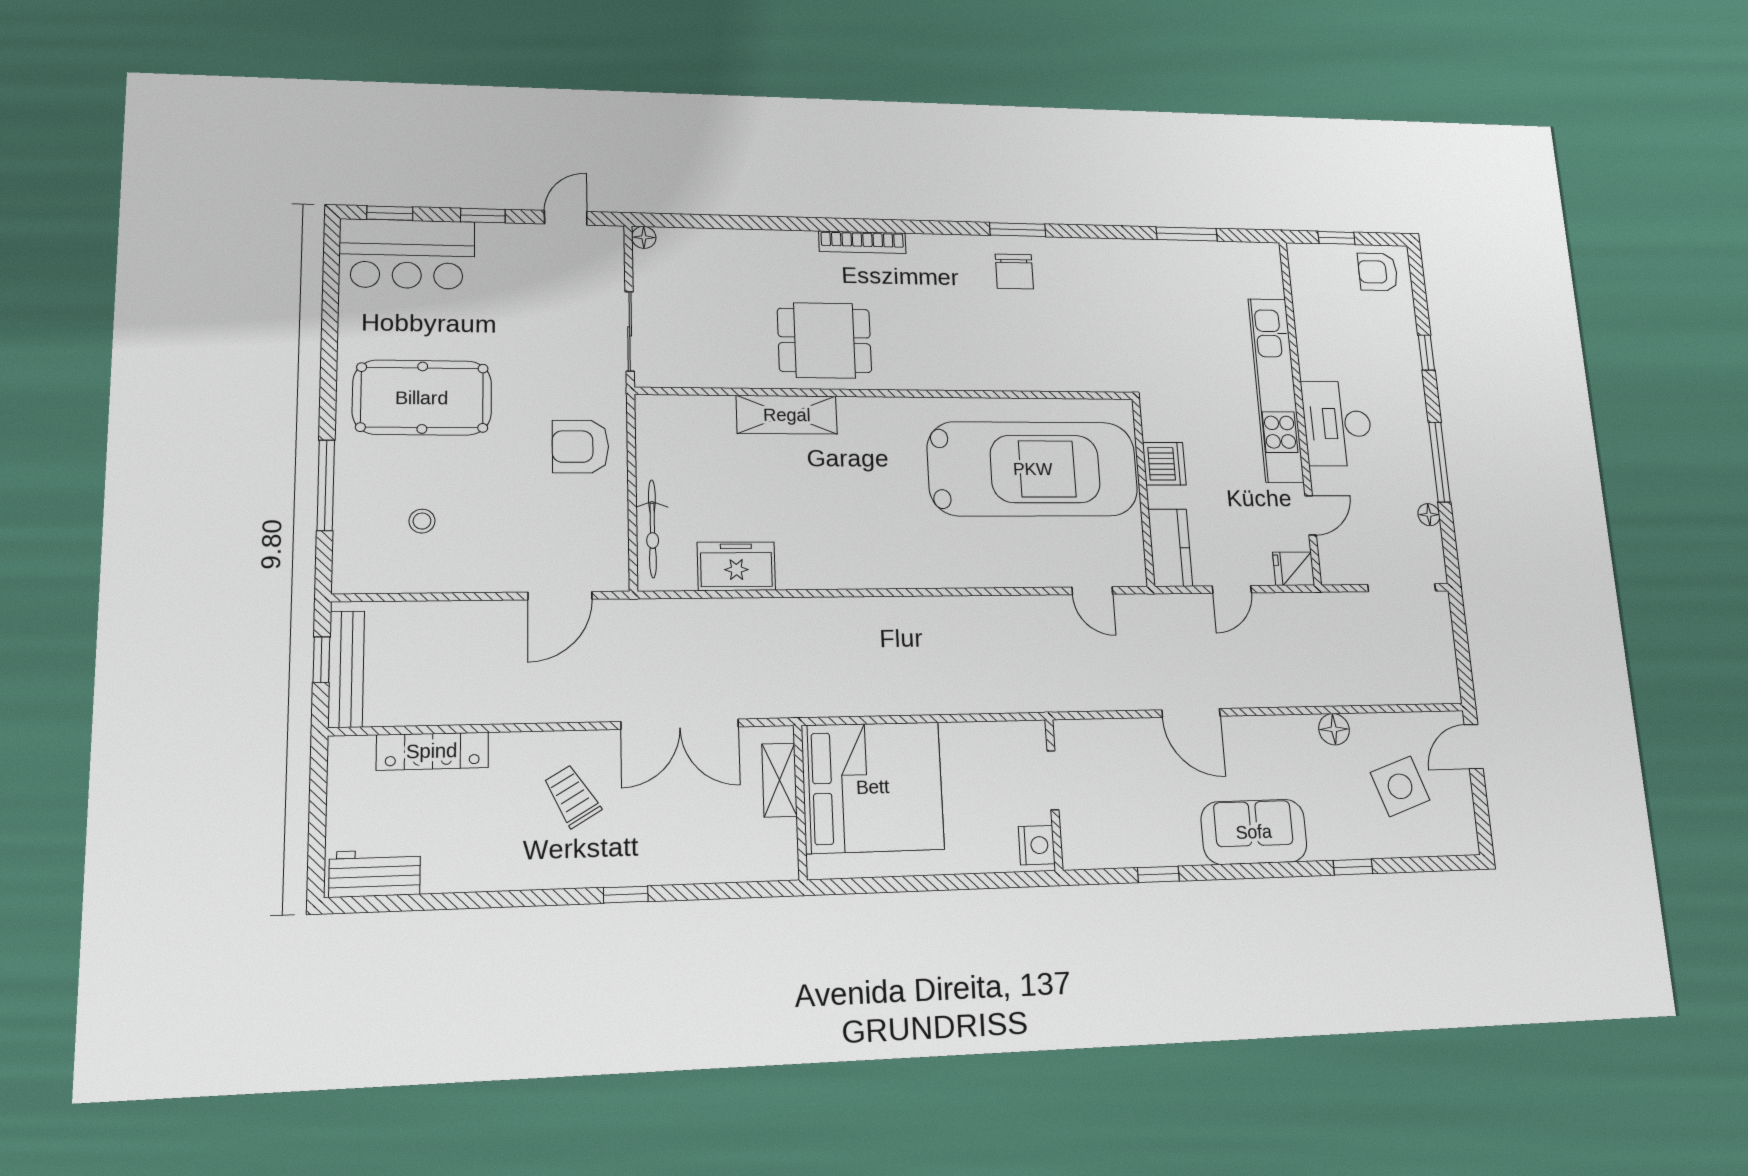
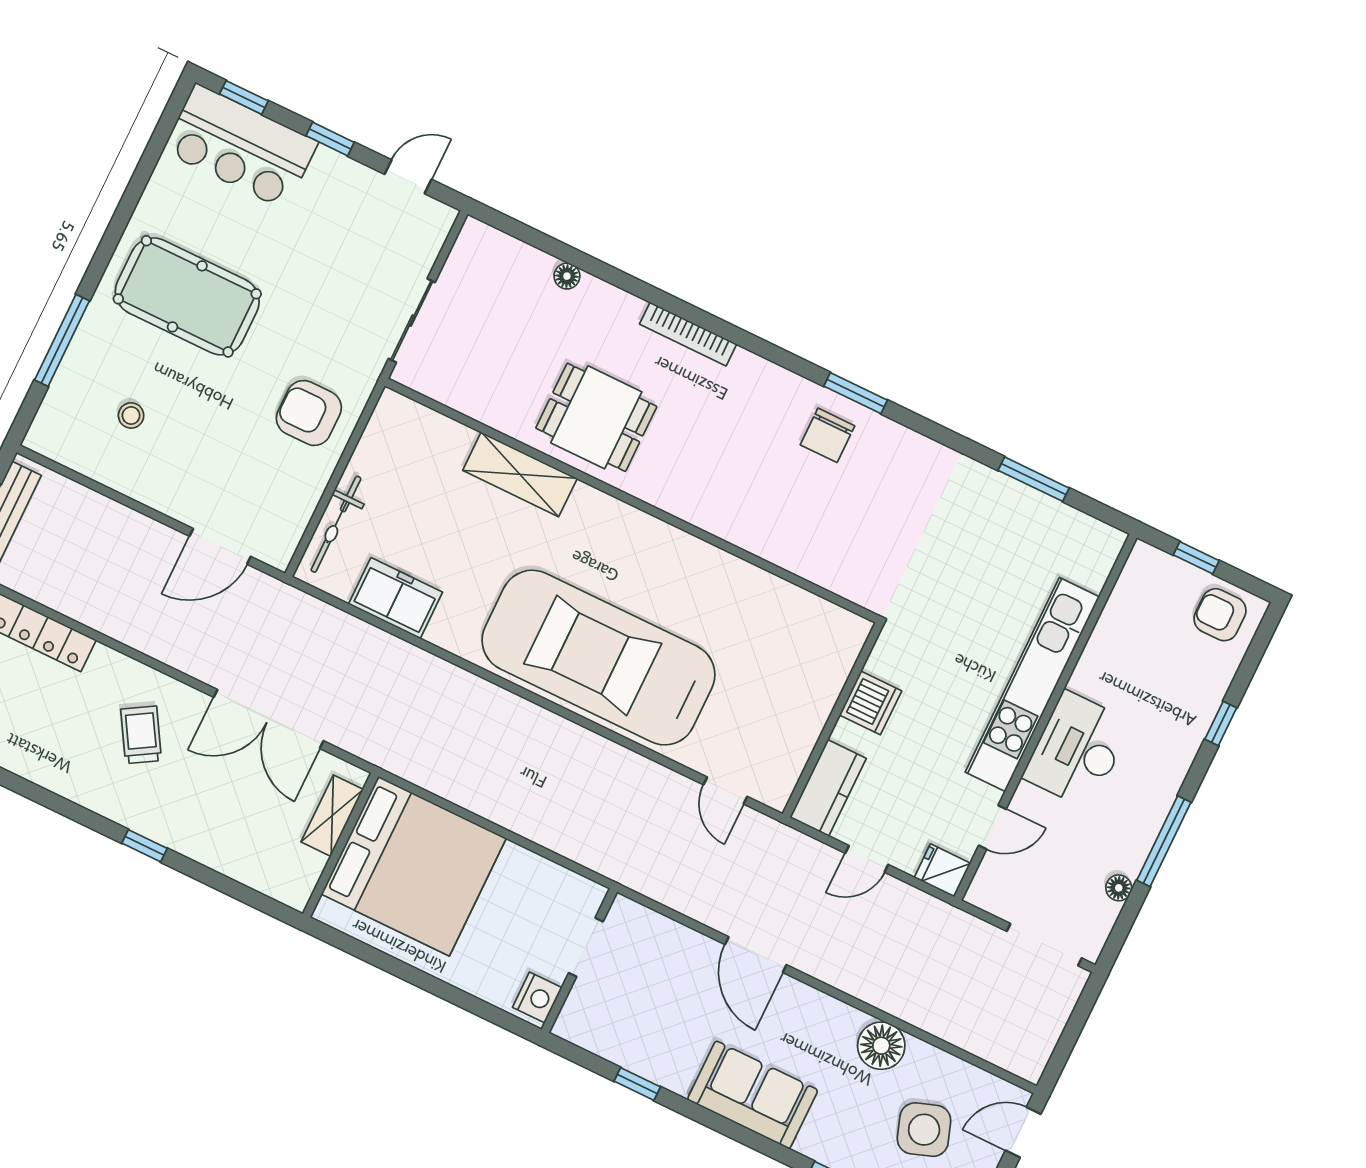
floor lamp: (644, 237) -> (567, 276), moved
car: (1033, 469) -> (598, 658), moved, turned 180
floor lamp: (1334, 729) -> (881, 1046), width x1.38, depth x1.38

